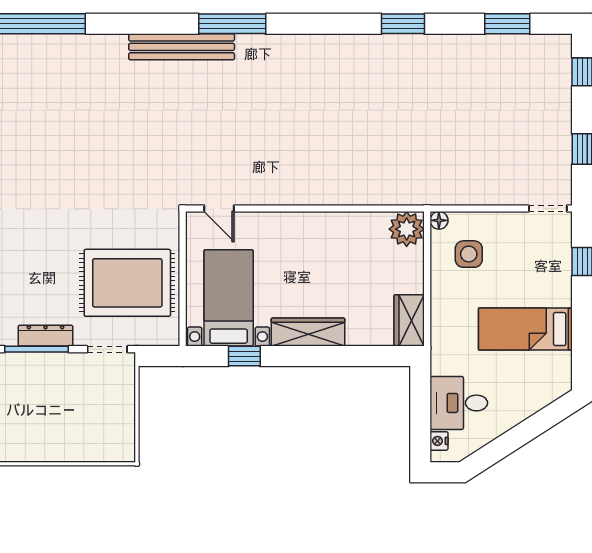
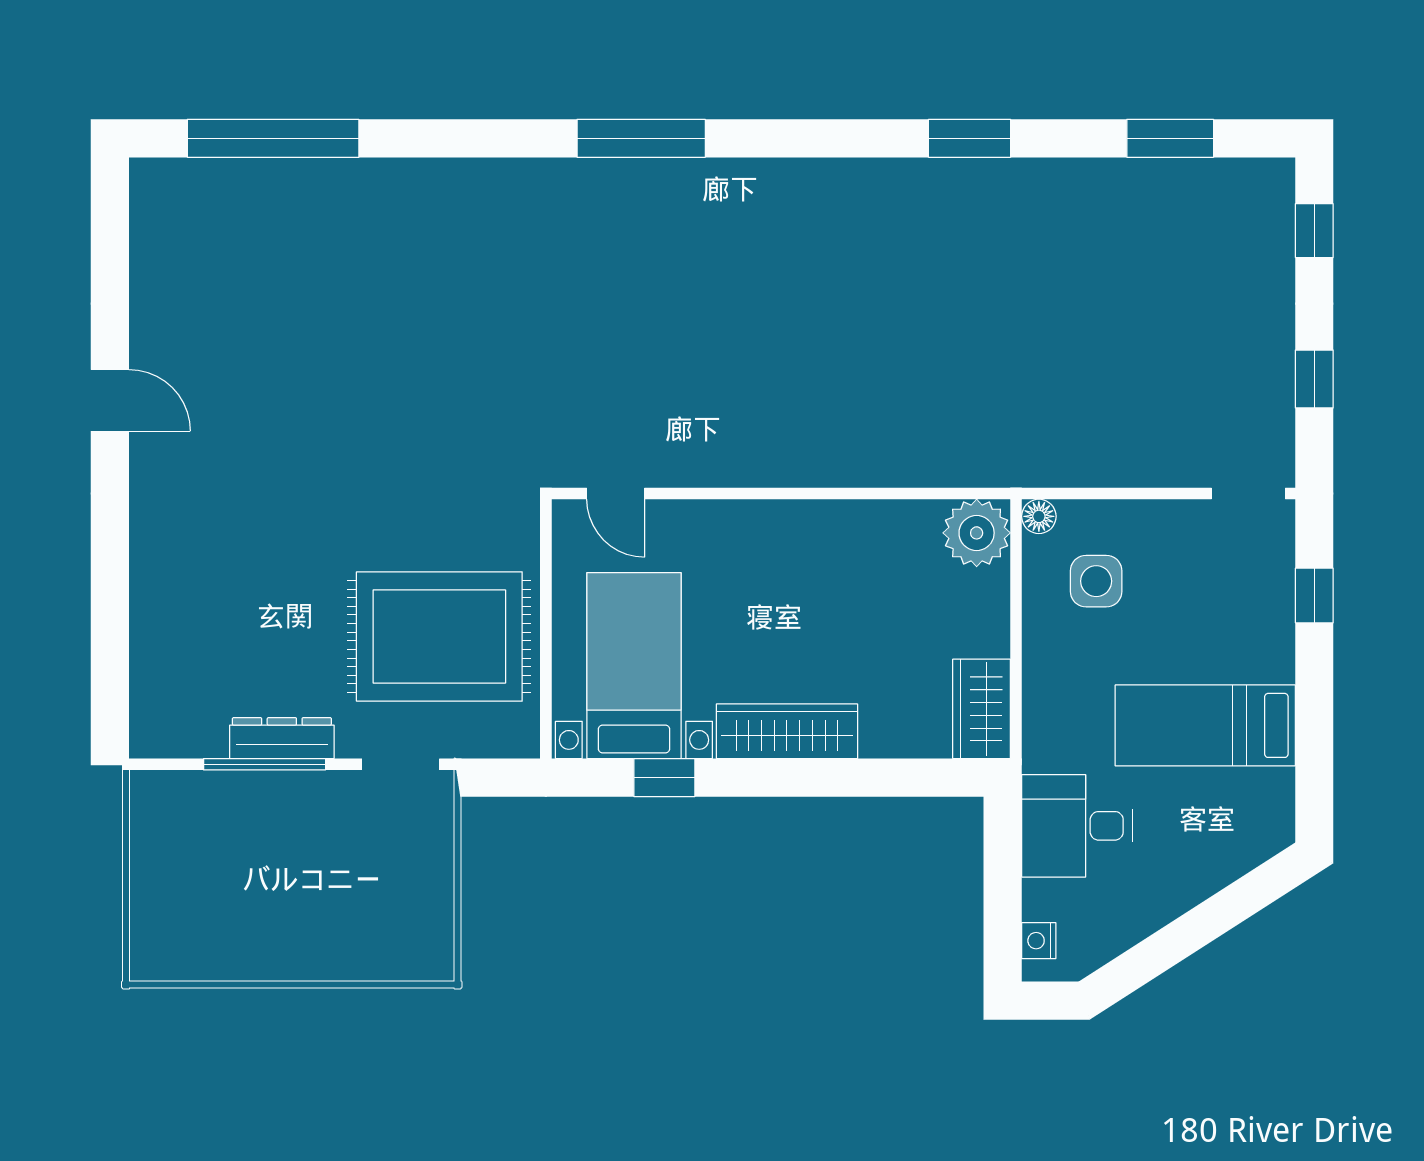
bench: (182, 47) -> (544, 183), removed
desk: (459, 403) -> (1077, 826), moved

